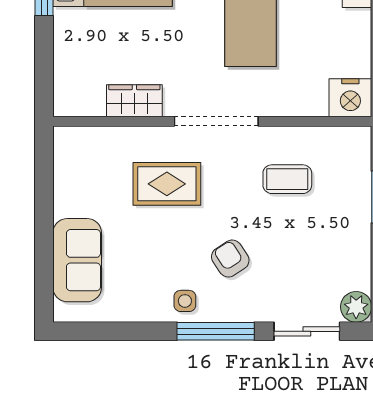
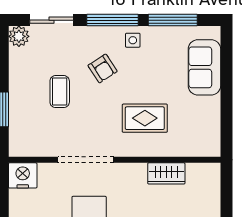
doorway: (216, 121) -> (86, 160), moved
coffee table: (287, 179) -> (60, 92), moved, turned 90
window: (125, 331) -> (173, 20), added

